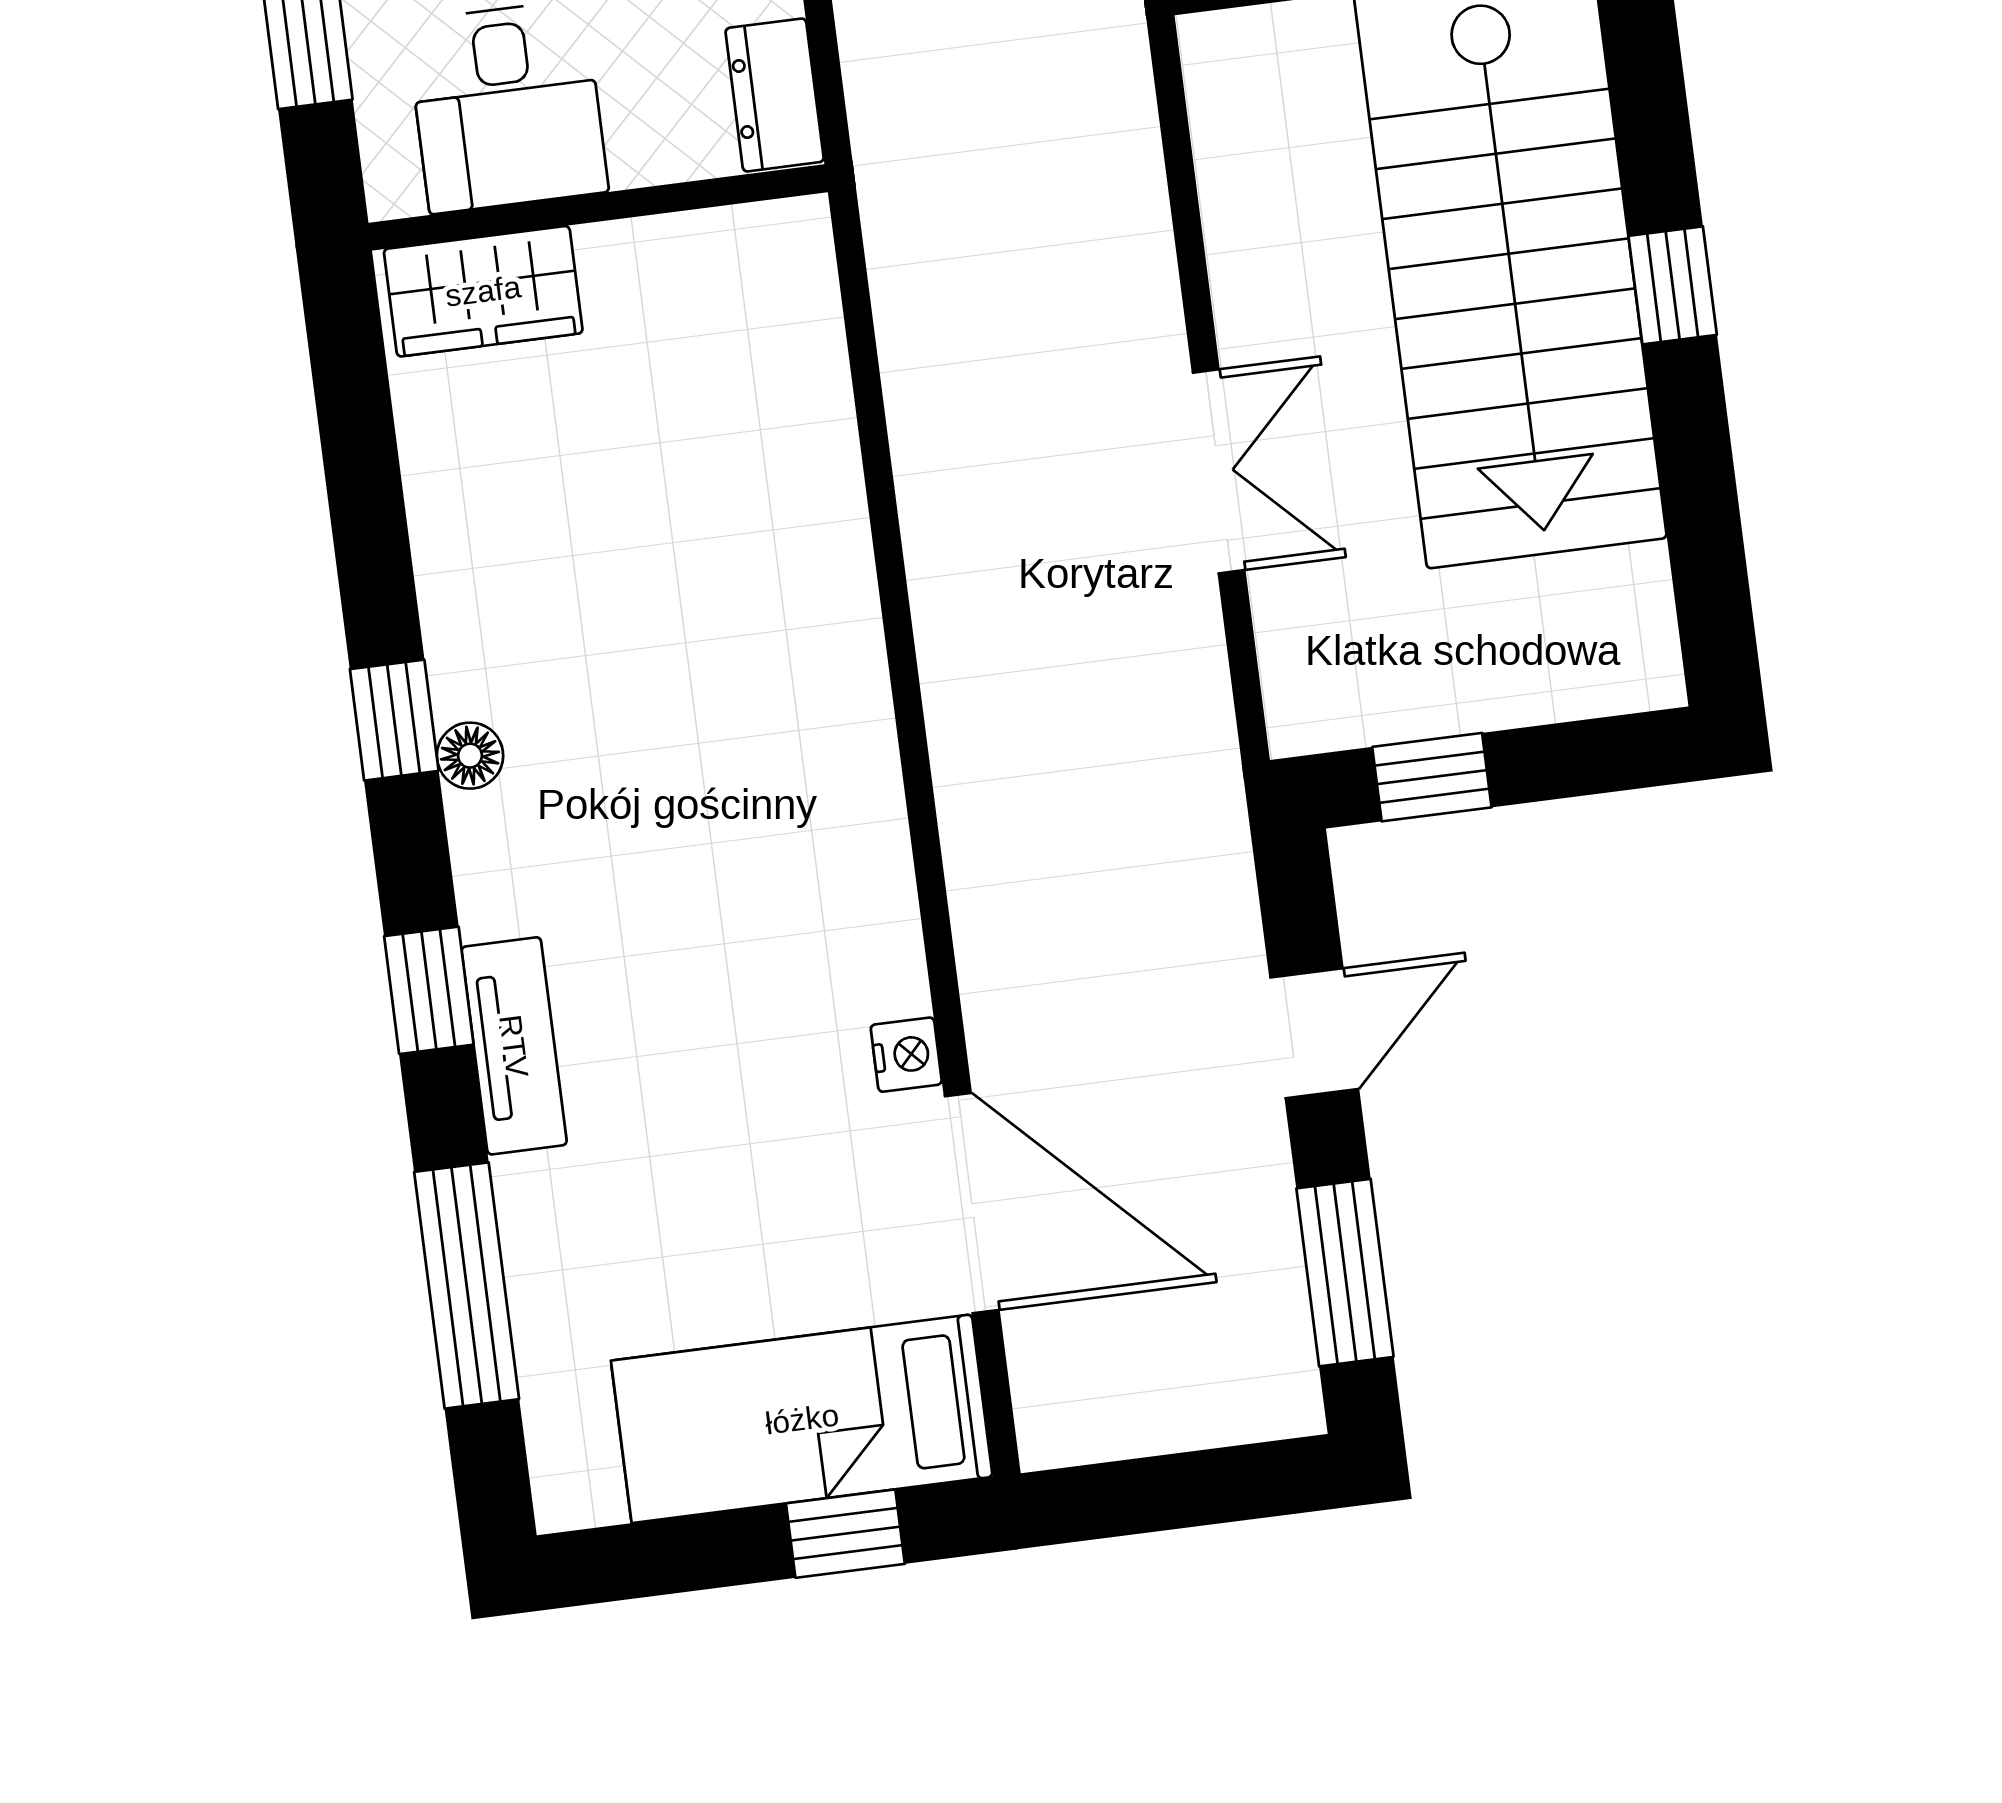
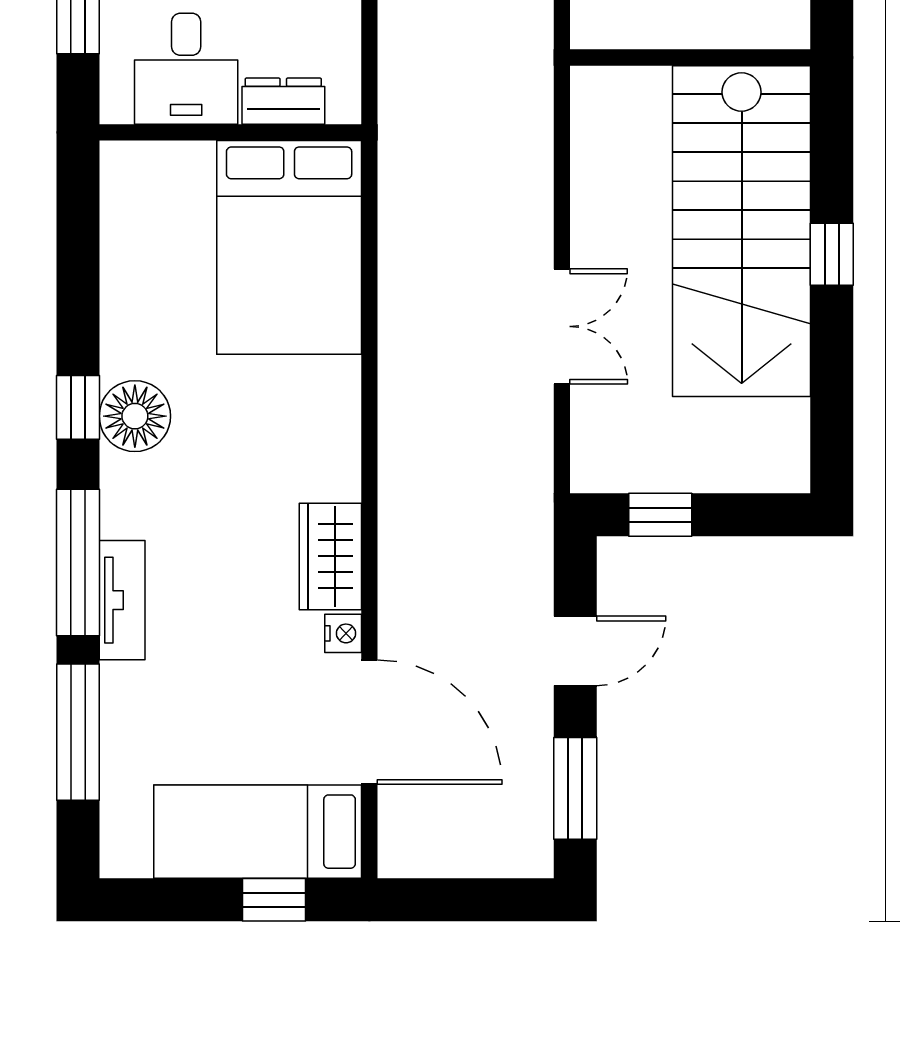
dresser: (775, 95) -> (283, 101), moved, turned 90
wardrobe: (483, 291) -> (330, 556), moved, turned 90
bed: (726, 395) -> (289, 247), added
floor lamp: (470, 756) -> (135, 416), width x1.89, depth x1.89
window: (429, 990) -> (78, 563), width x2.17

